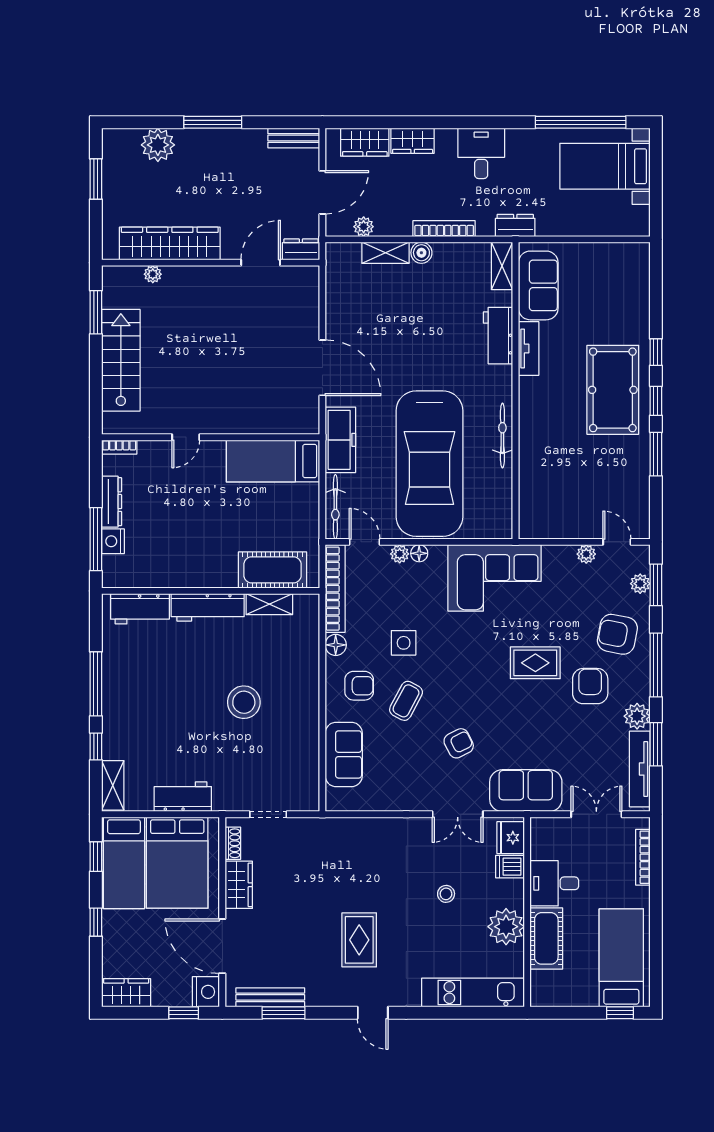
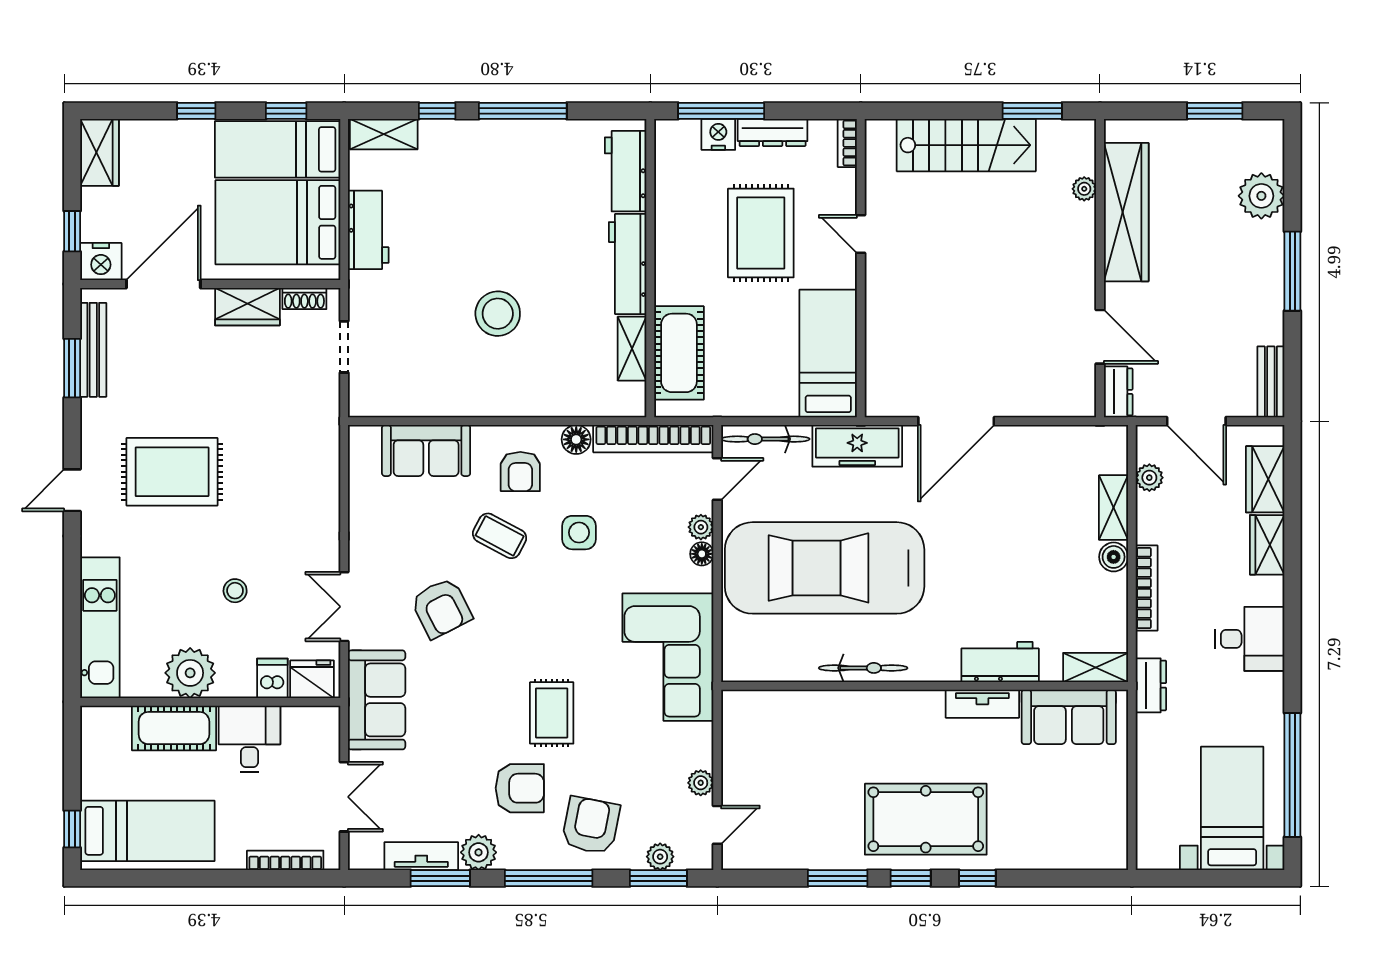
rug: (185, 510) -> (761, 233), added
armchair: (459, 743) -> (441, 608), width x1.38, depth x1.38
tv unit: (640, 769) -> (421, 856), width x0.71
rug: (359, 940) -> (172, 472), width x1.36, depth x1.43

